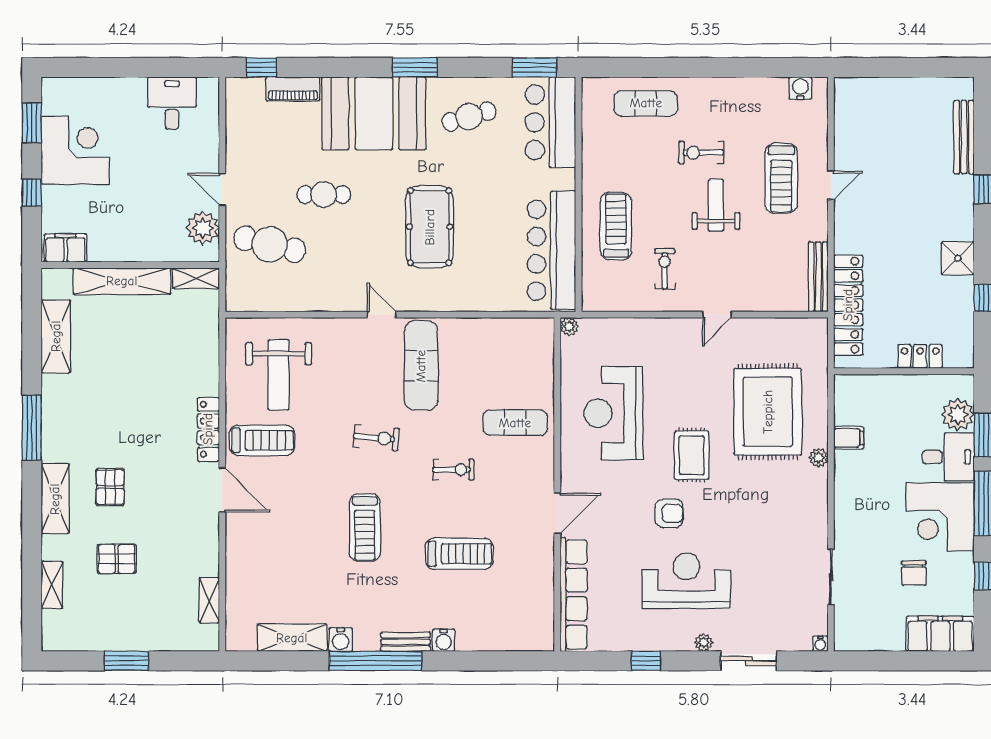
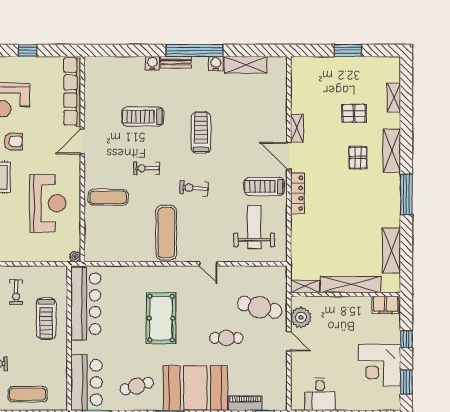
door: (382, 315) -> (208, 264), moved
armchair: (669, 513) -> (13, 141), turned 180
shelving: (209, 600) -> (297, 128), moved

